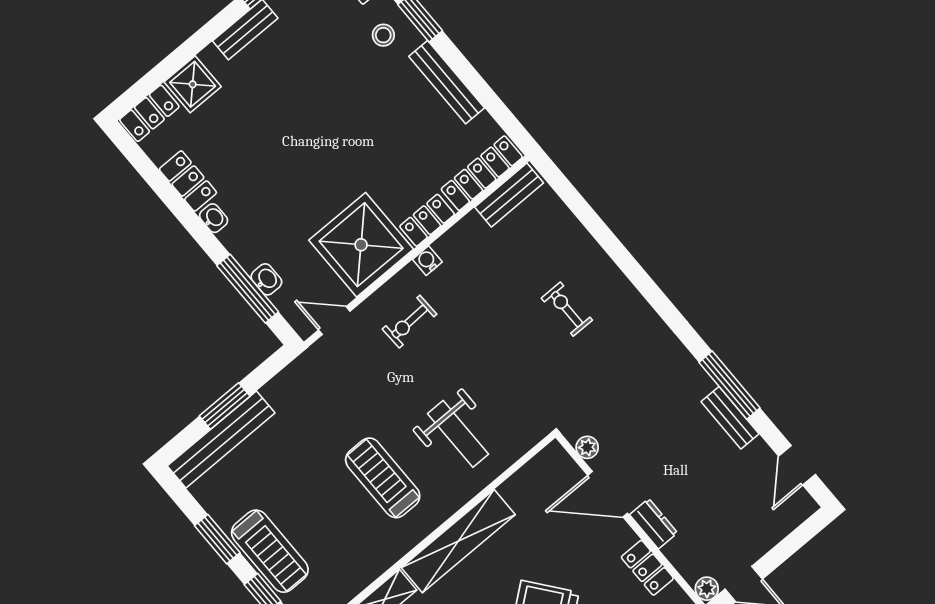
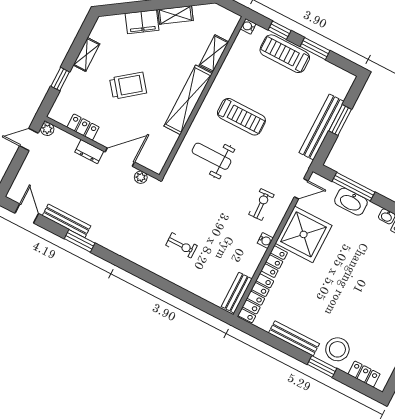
stool: (383, 35) -> (337, 349), width x1.89, depth x1.89
washbasin: (266, 279) -> (351, 202), width x1.91, depth x1.45
window: (730, 385) -> (80, 241), width x0.69
bench: (730, 418) -> (67, 221), width x1.36
bench: (221, 439) -> (322, 127), moved

